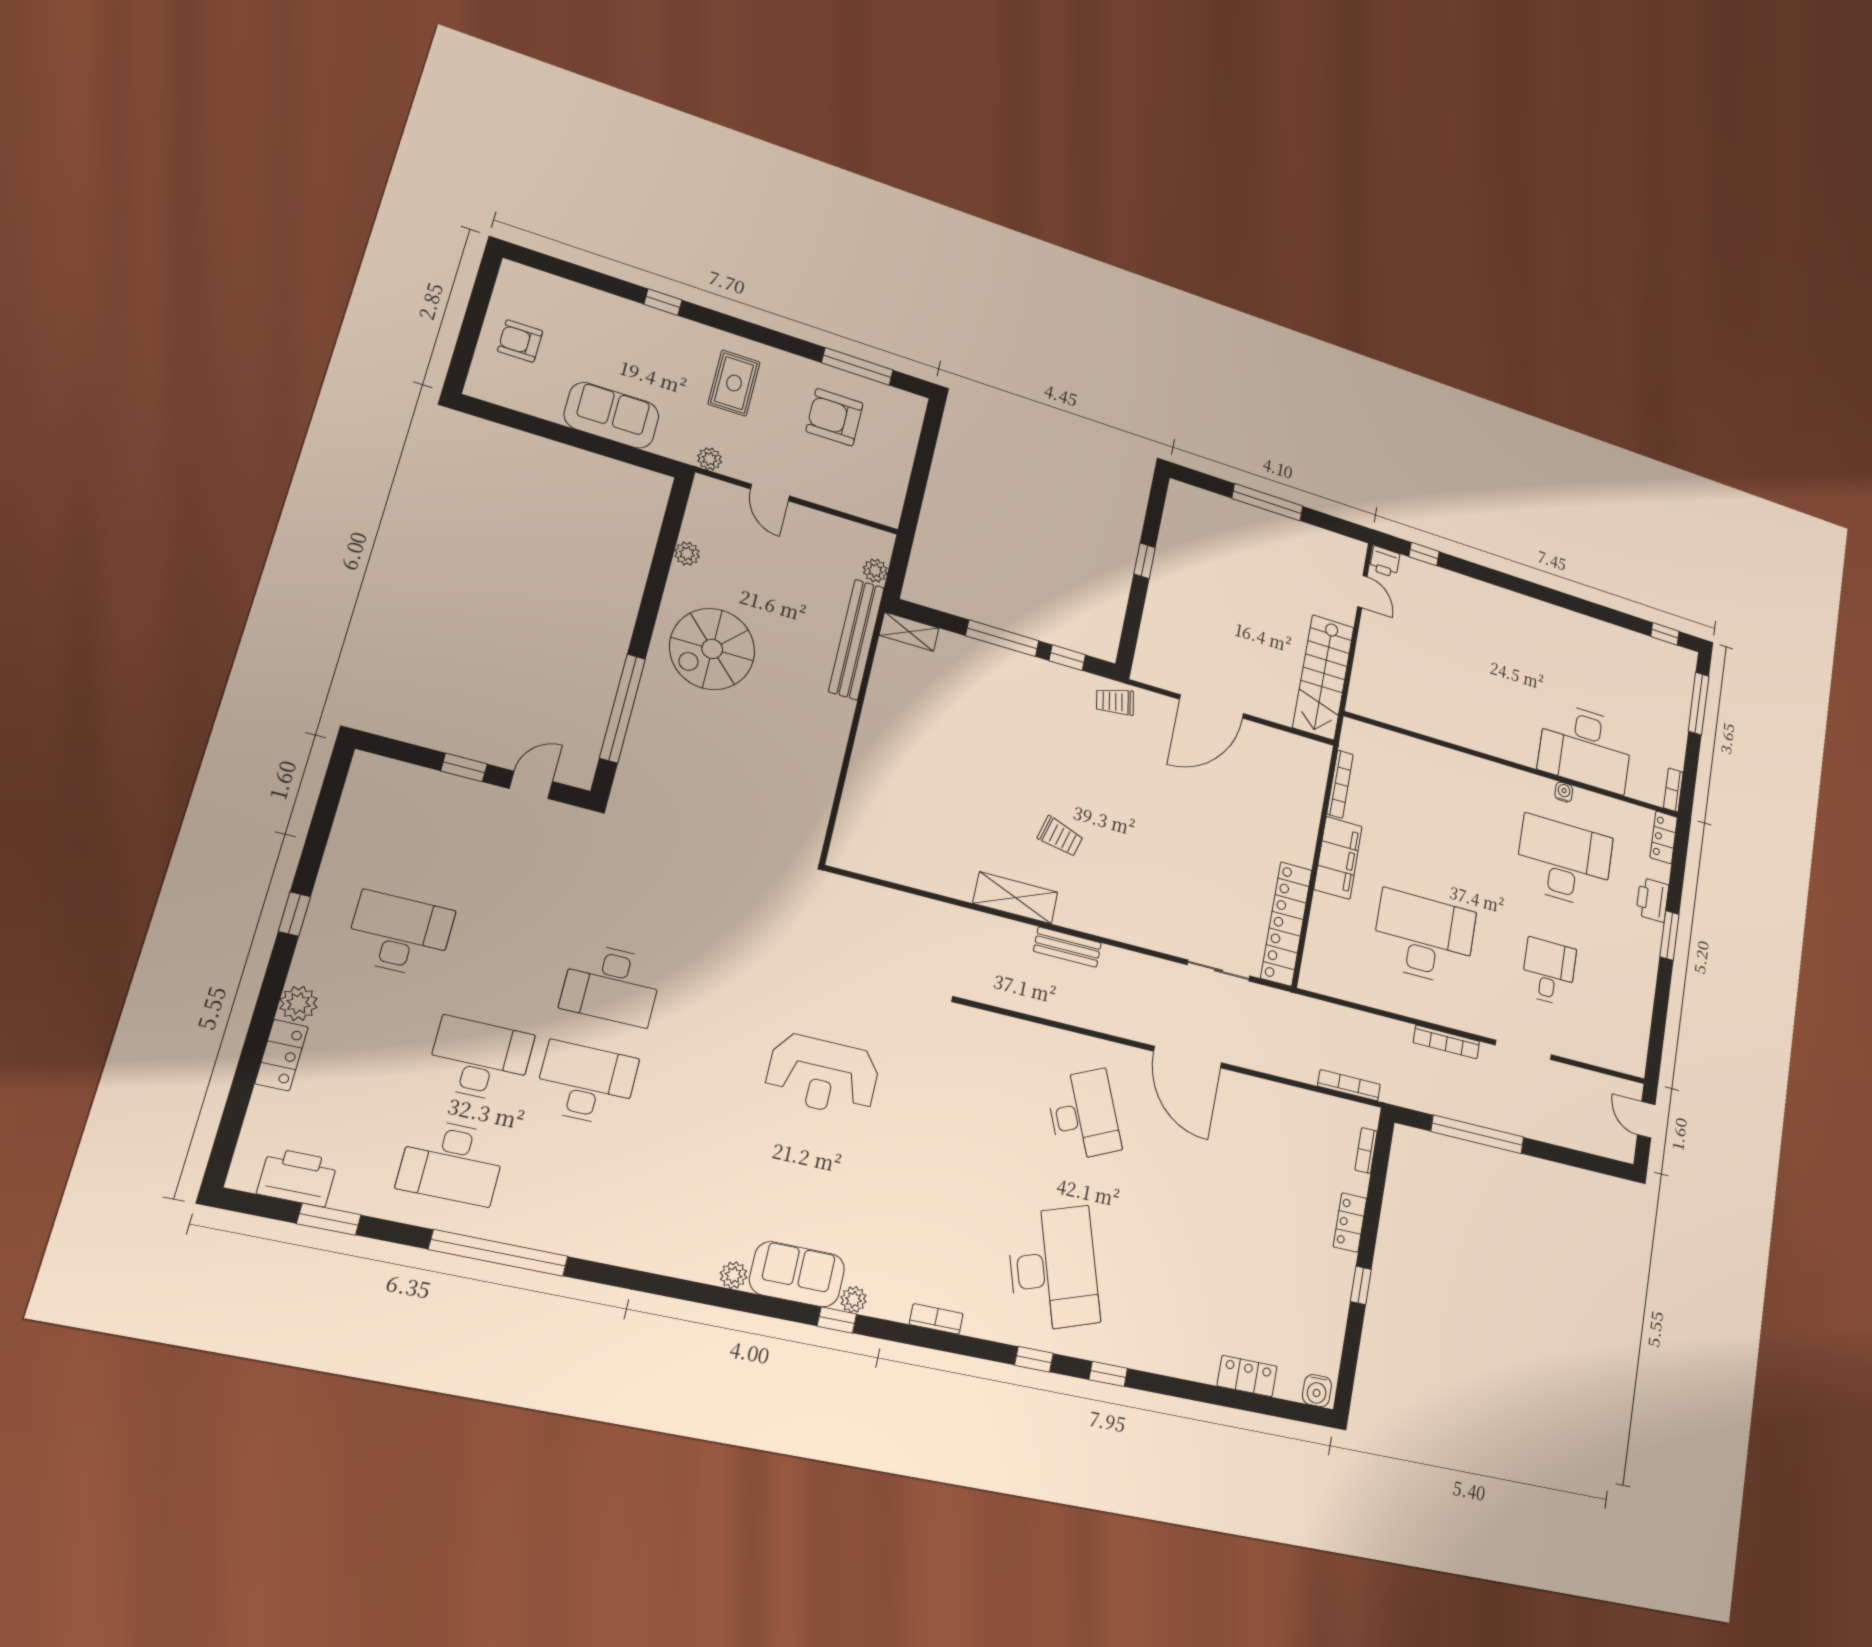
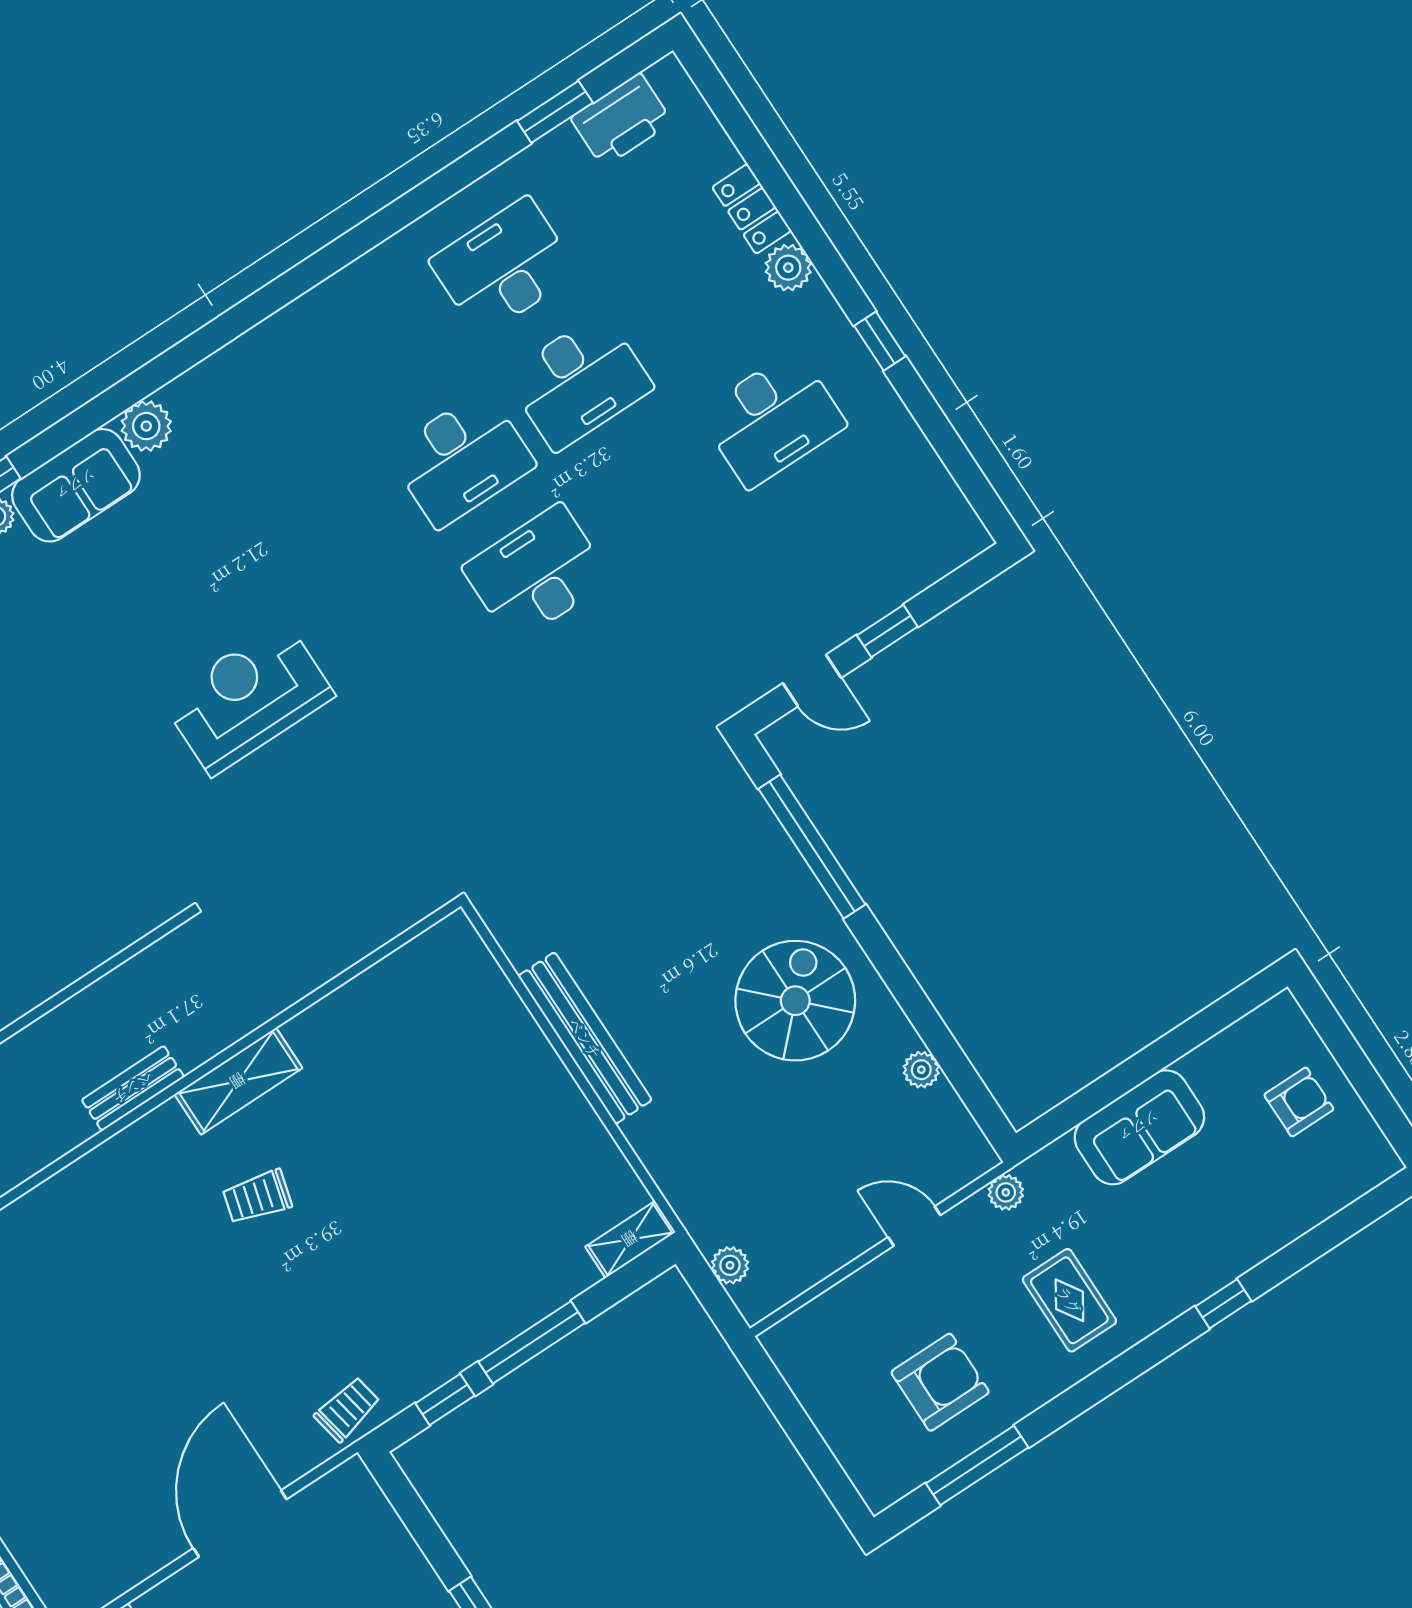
bench: (856, 639) -> (585, 1038), moved
door: (531, 785) -> (812, 681), hinge flipped
window: (499, 1253) -> (375, 230), removed
plant: (734, 1275) -> (146, 426), width x1.38, depth x1.38

